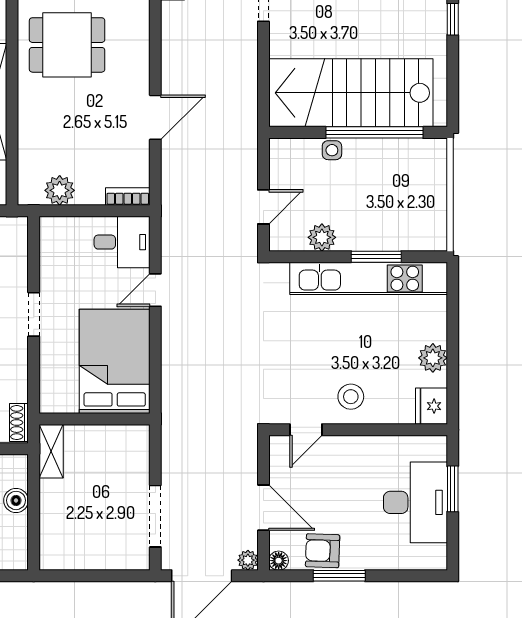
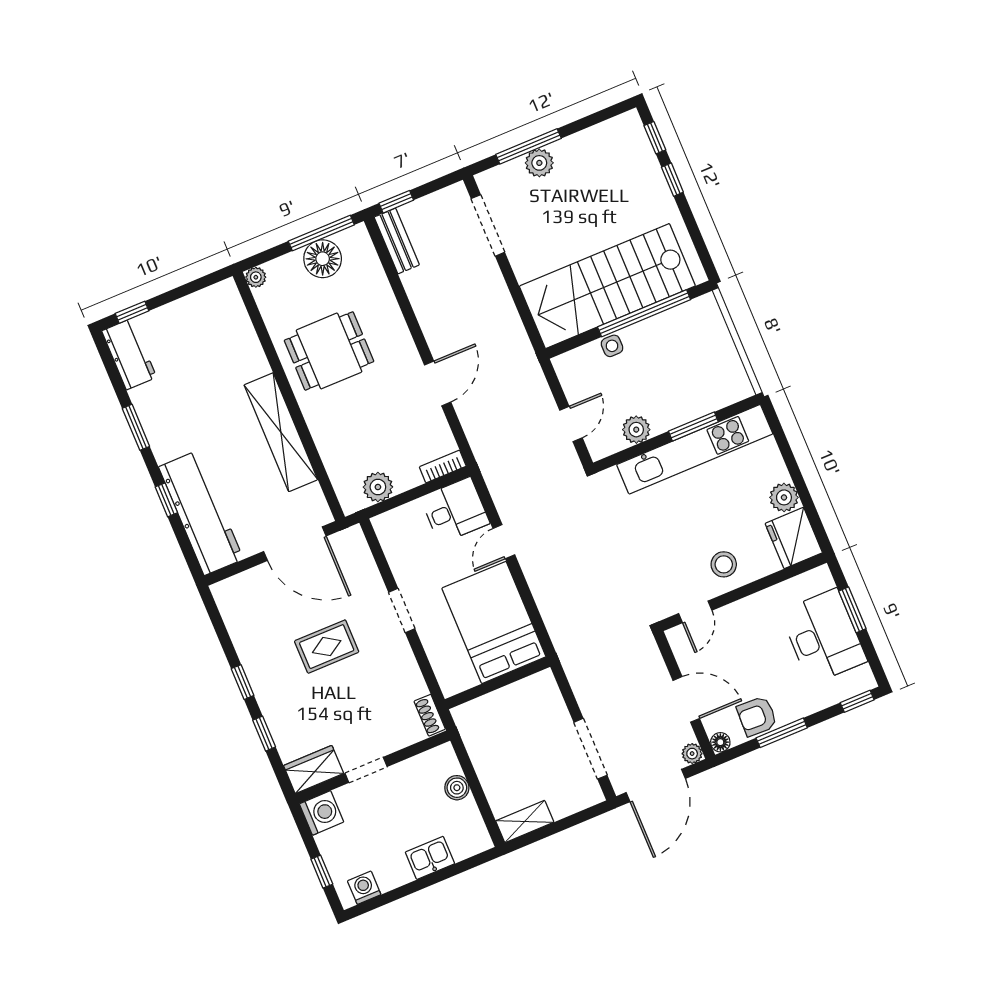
fridge: (431, 406) -> (794, 538), width x1.36, depth x1.34
shelving: (51, 451) -> (525, 821), moved, turned 90
window: (422, 576) -> (857, 701), added

